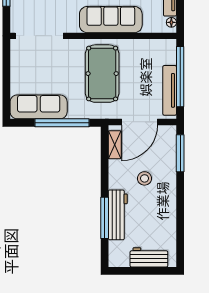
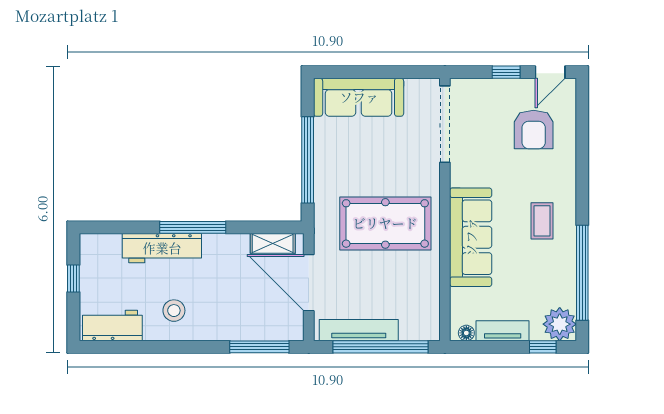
sofa: (39, 107) -> (359, 97), moved, turned 90
stool: (145, 178) -> (174, 311), moved
window: (105, 218) -> (193, 227), moved
workbench: (149, 257) -> (112, 325), moved, turned -90
window: (137, 271) -> (73, 279), added

